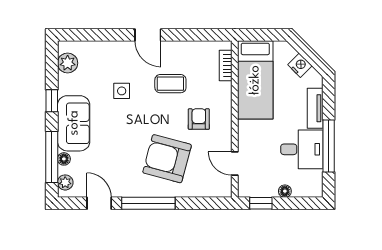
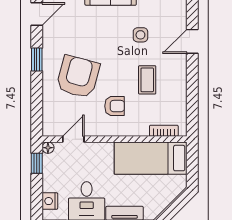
door: (148, 35) -> (192, 41), moved
nightstand: (300, 65) -> (50, 201), moved, turned 135
floor lamp: (285, 191) -> (48, 148), moved
window: (148, 203) -> (37, 59), width x0.46

